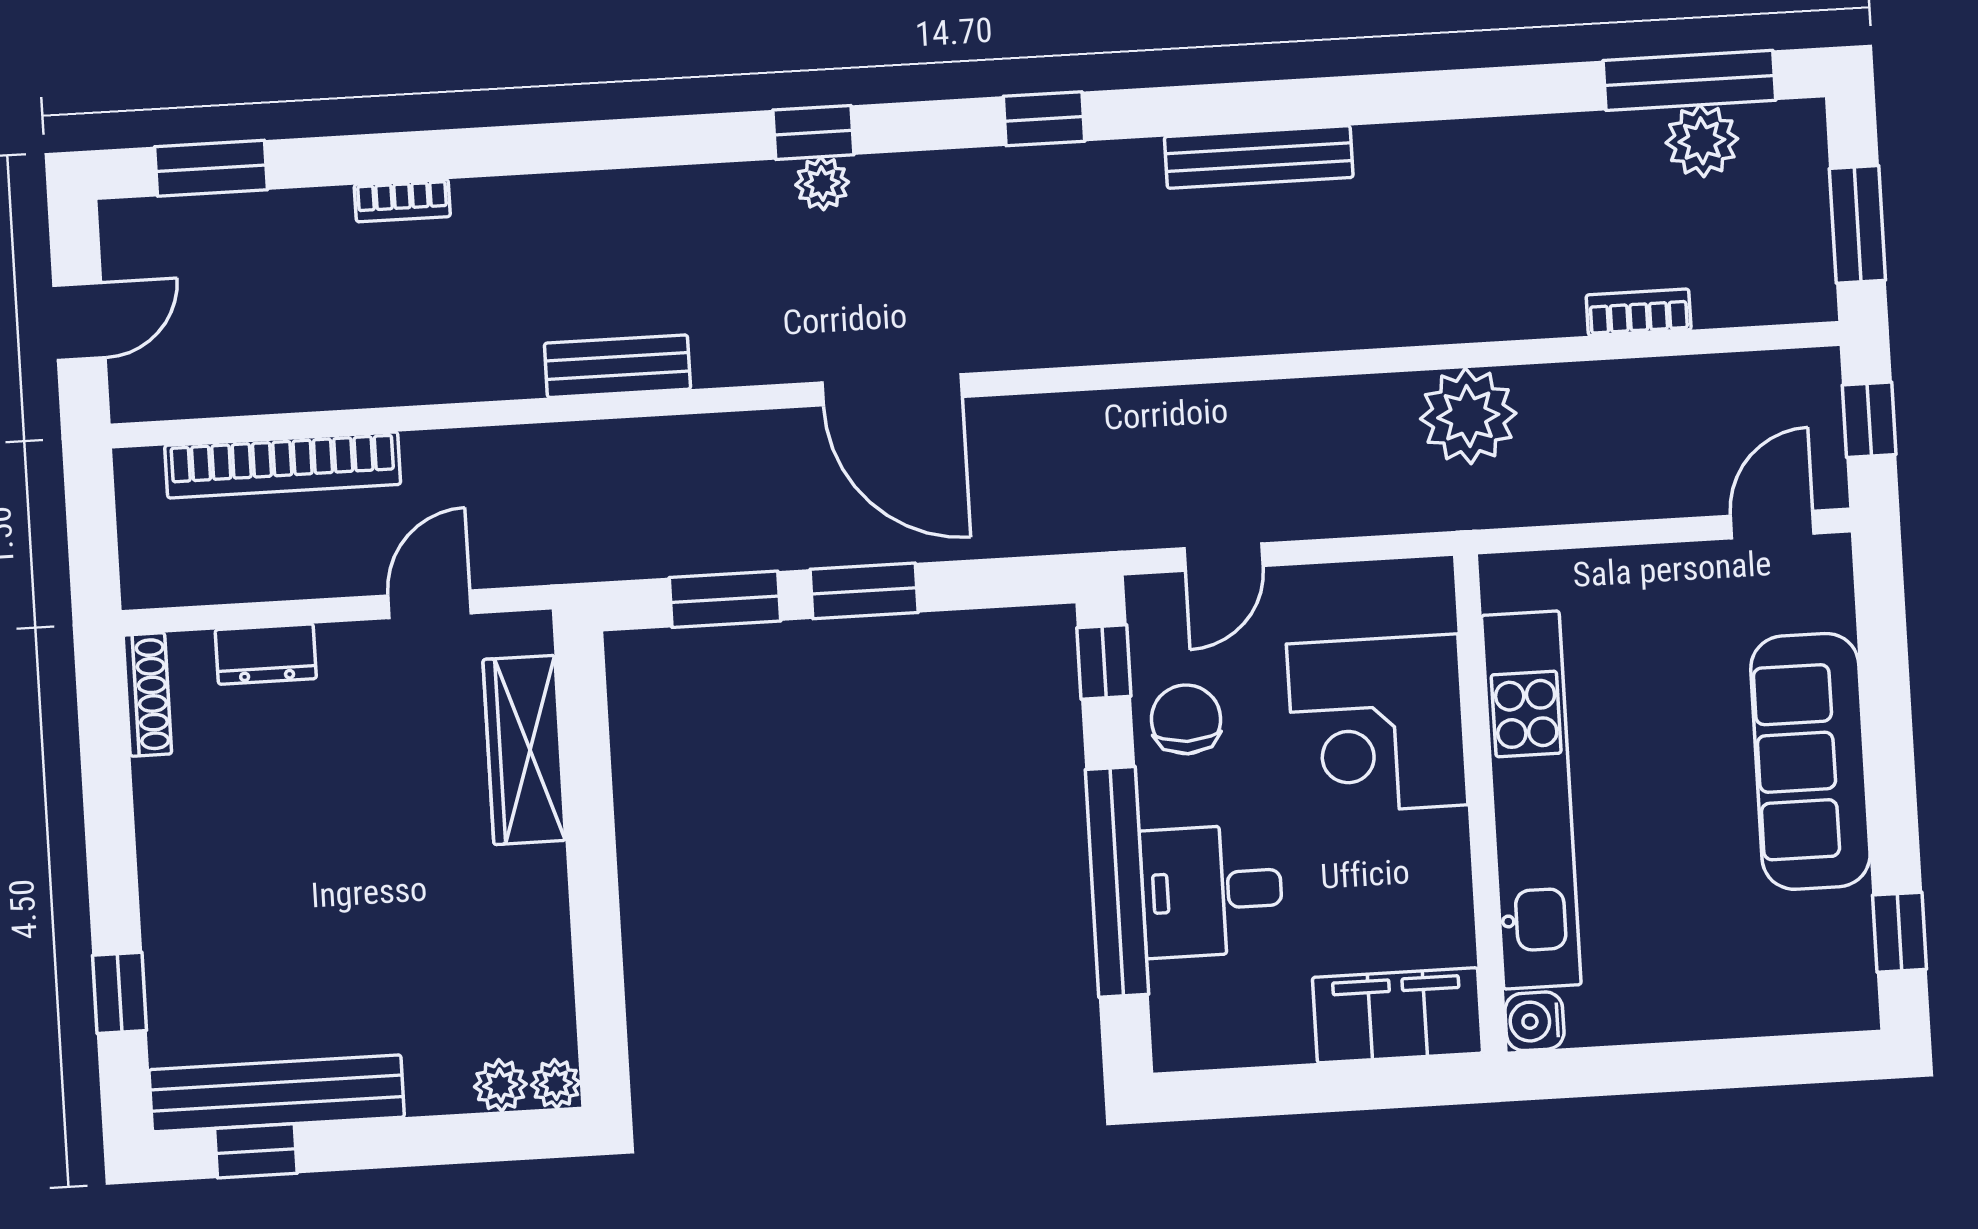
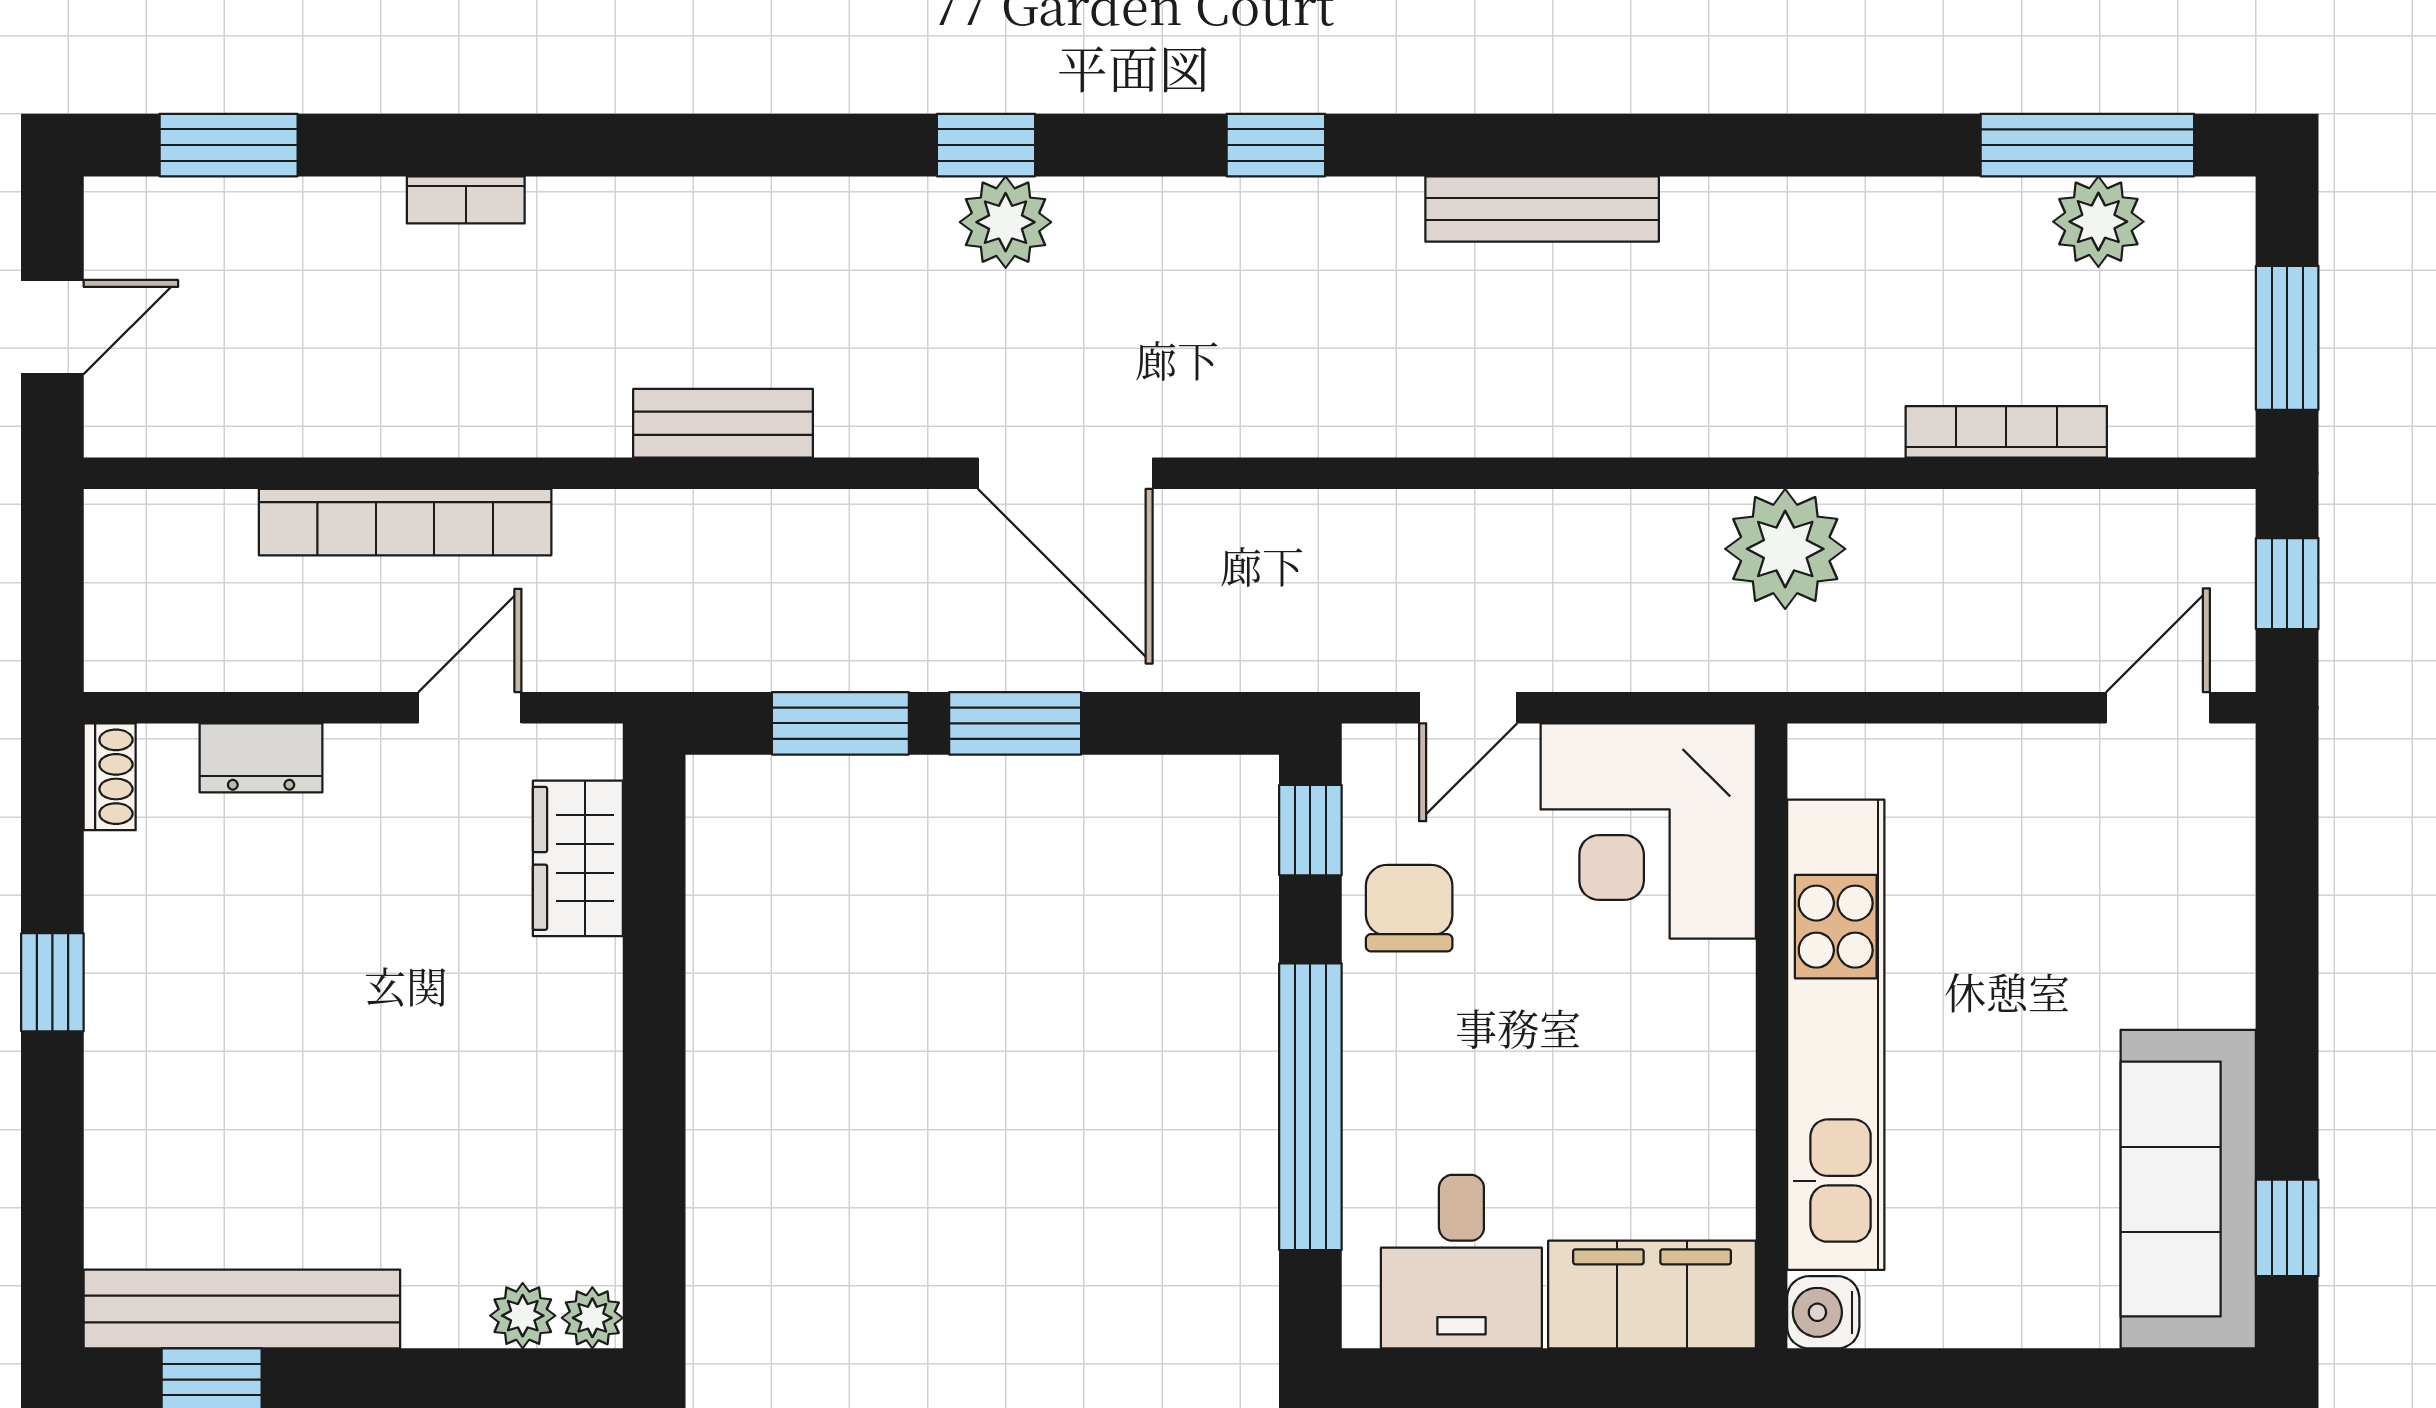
plant: (822, 183) -> (1006, 222), width x1.38, depth x1.38
bookcase: (1639, 312) -> (2006, 432), width x1.56
bookcase: (283, 465) -> (405, 522), moved
shoe rack: (147, 694) -> (110, 777), width x0.70
corner desk: (1377, 724) -> (1648, 831), moved
wardrobe: (524, 750) -> (578, 858), width x0.67
sofa: (1810, 761) -> (2188, 1189), moved
desk: (1212, 891) -> (1461, 1262), moved, turned -90
window: (119, 993) -> (52, 982), moved

